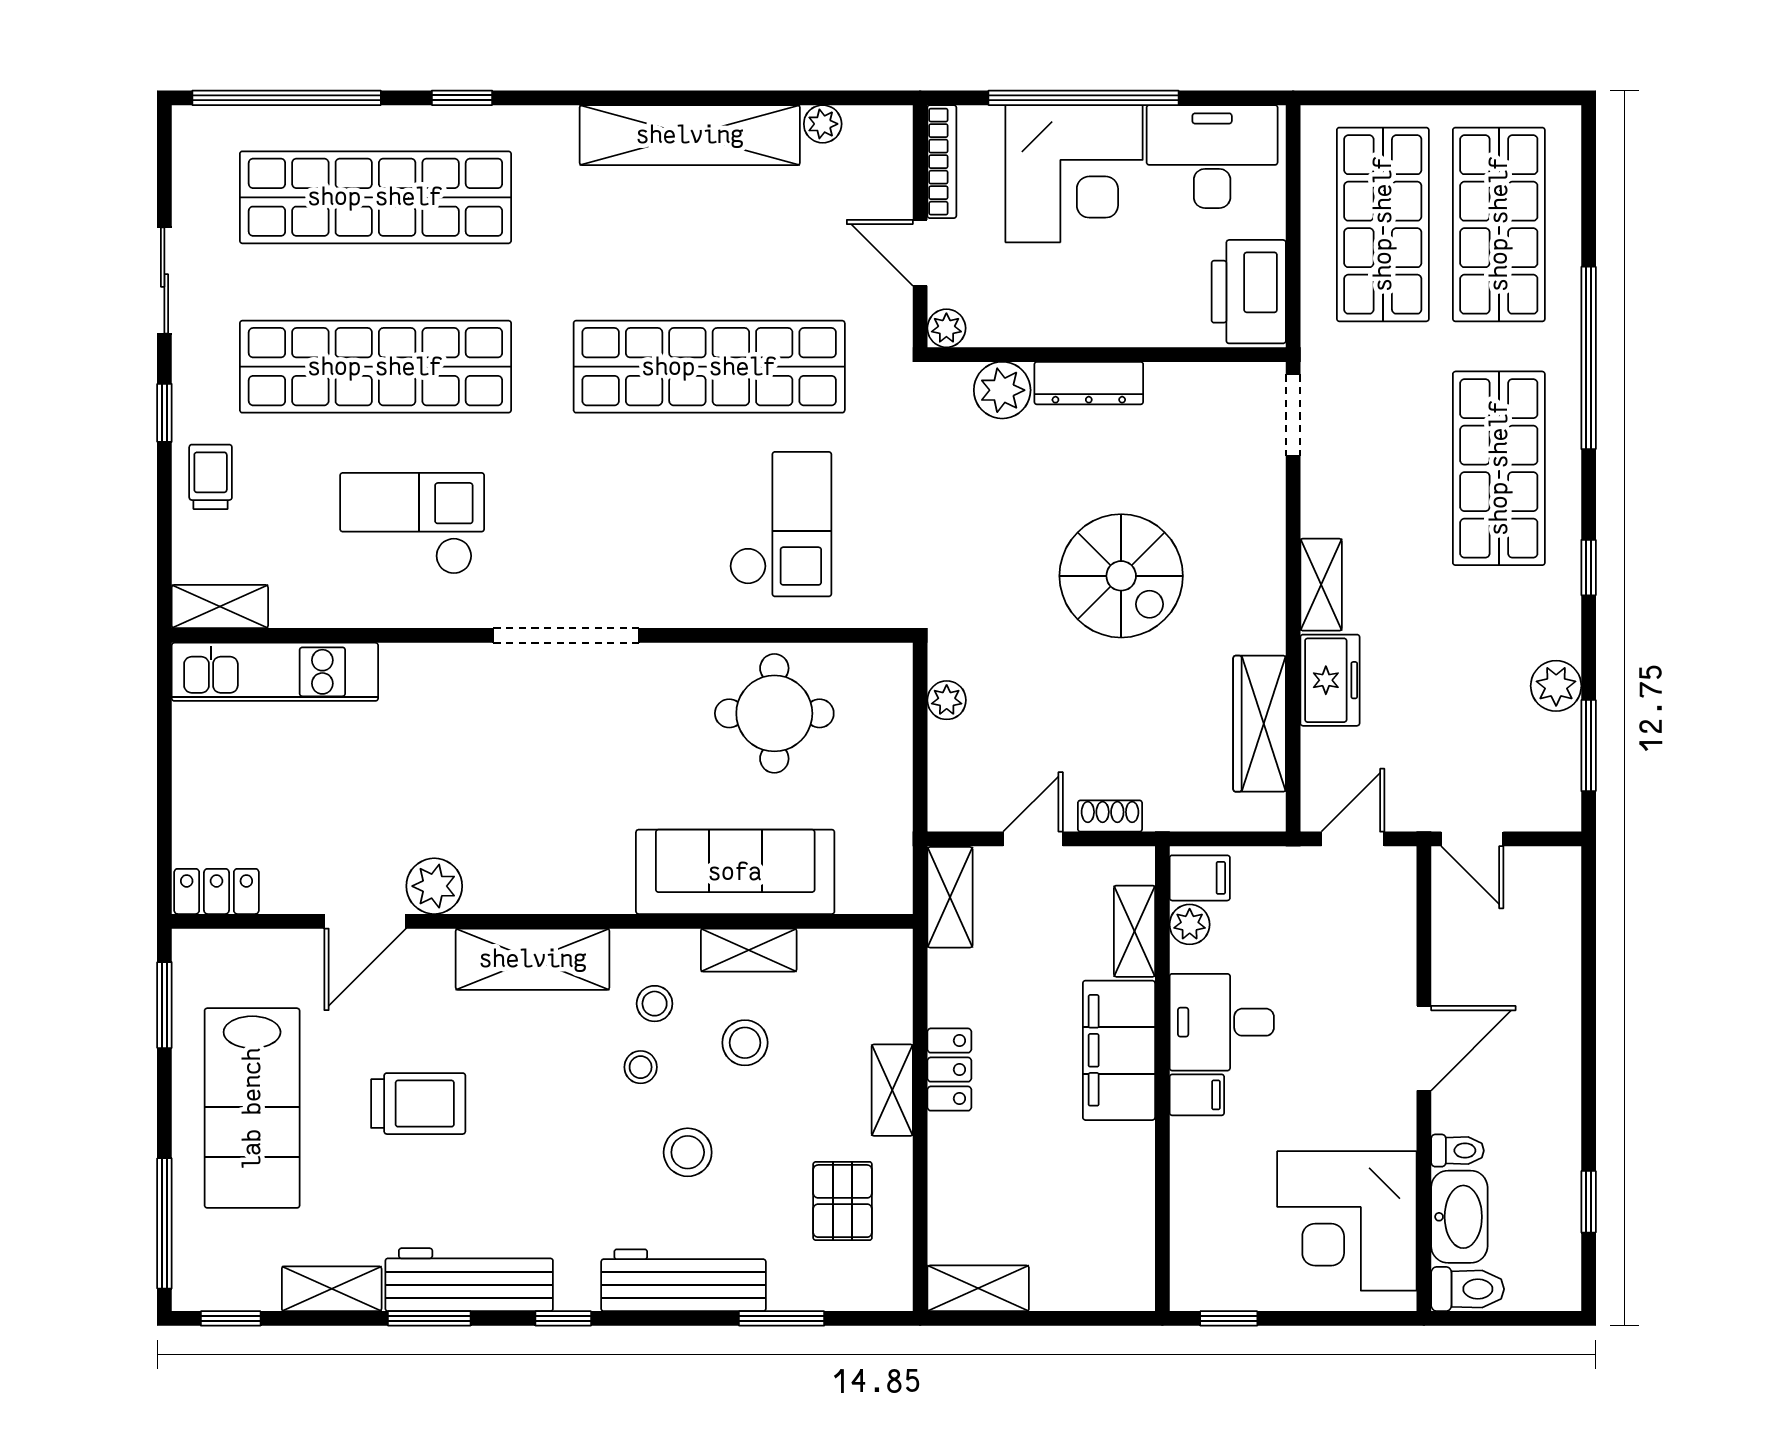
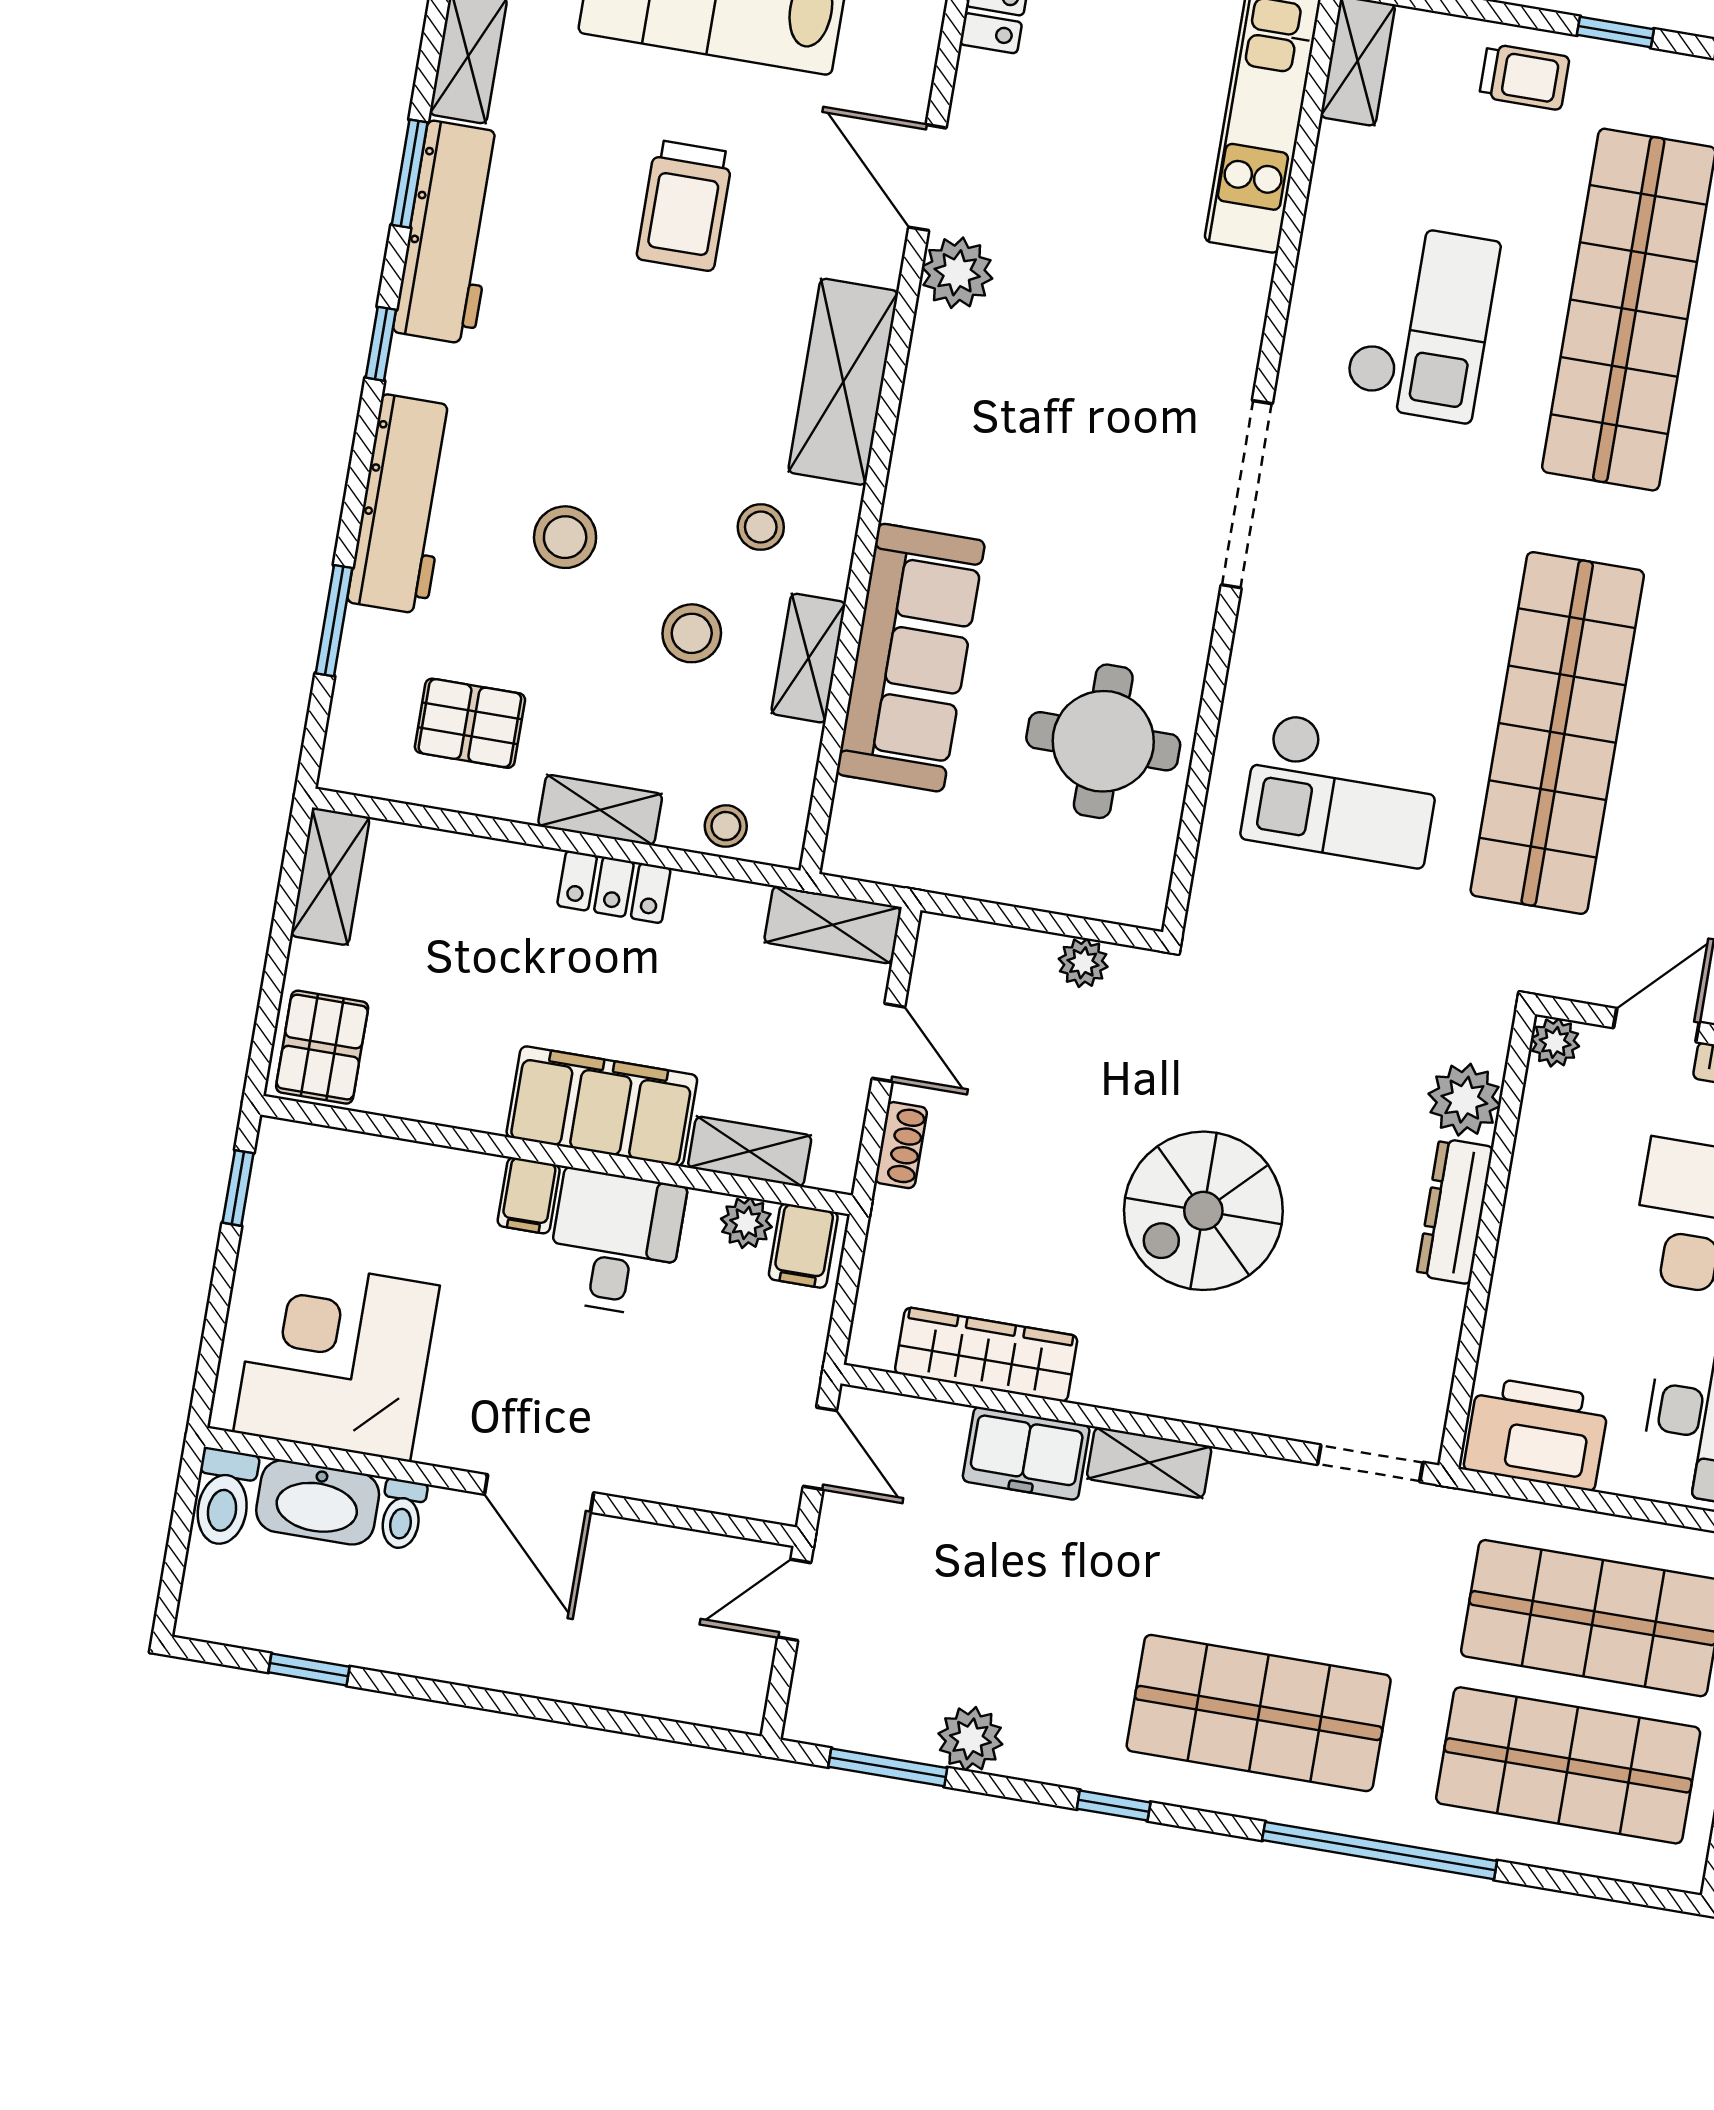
stool: (641, 1067) -> (726, 826), moved
pallet: (1110, 1272) -> (322, 1047), added

